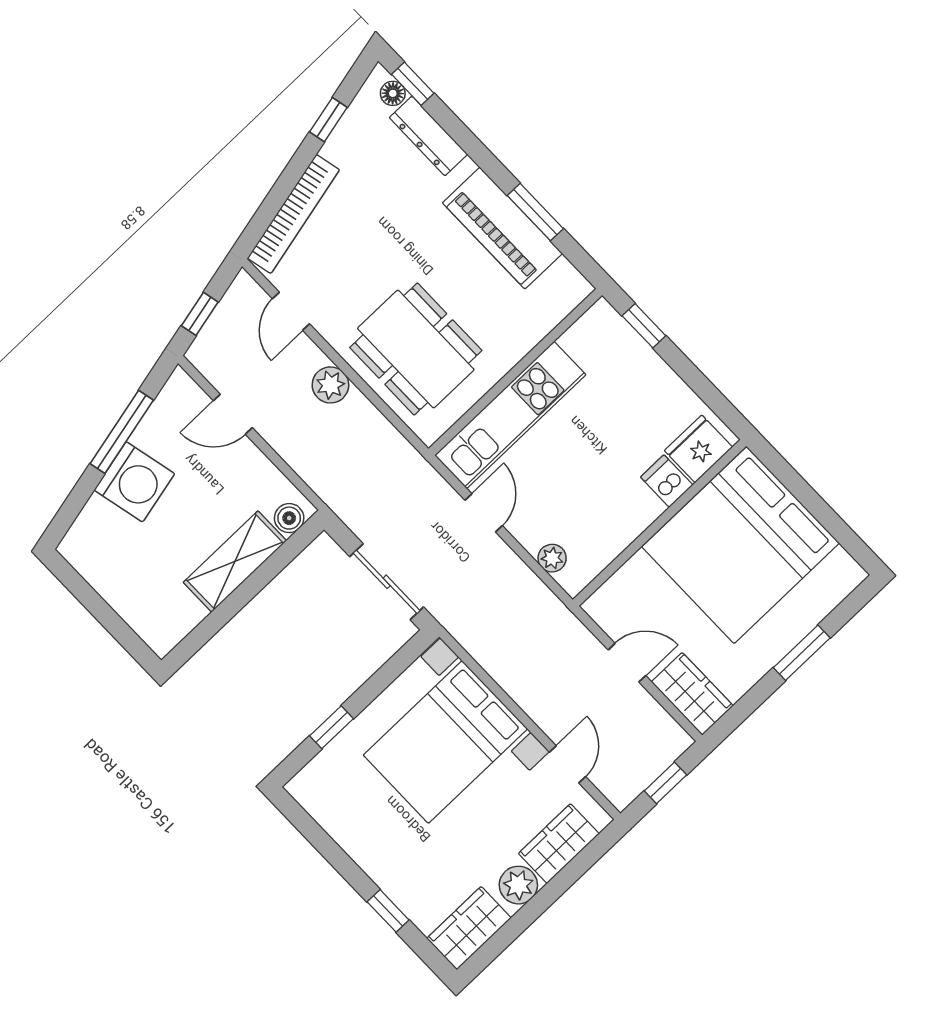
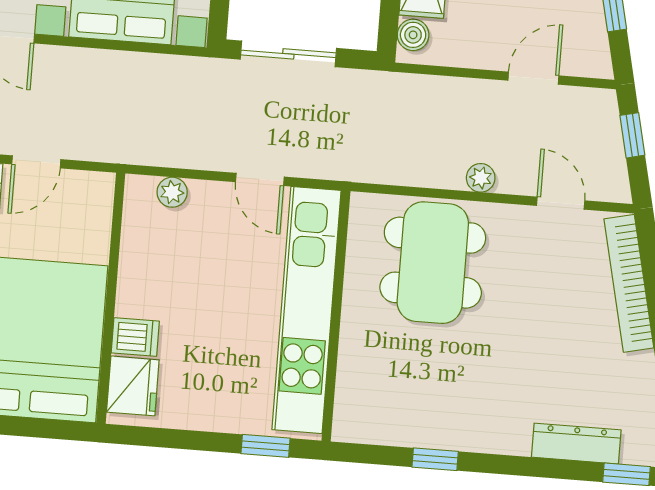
floor lamp: (393, 93) -> (636, 452), removed
window: (535, 212) -> (435, 459), width x0.67
piano: (502, 228) -> (450, 423), removed
dining table: (416, 349) -> (433, 263), turned 90
plant: (330, 385) -> (481, 178), width x0.73, depth x0.73
kitchen unit: (510, 415) -> (307, 310), width x1.36

